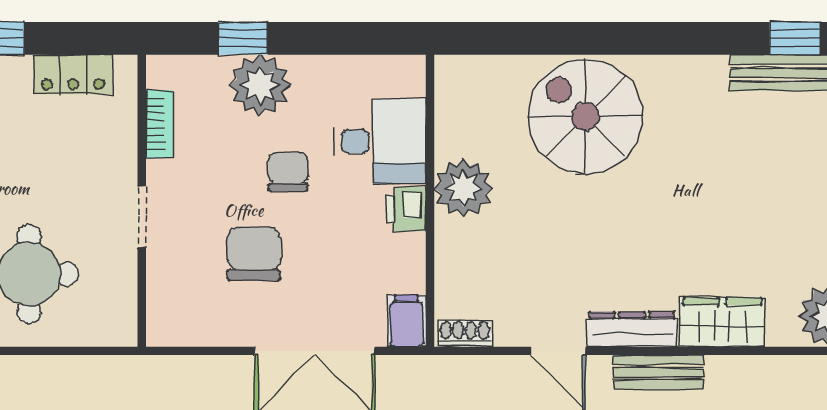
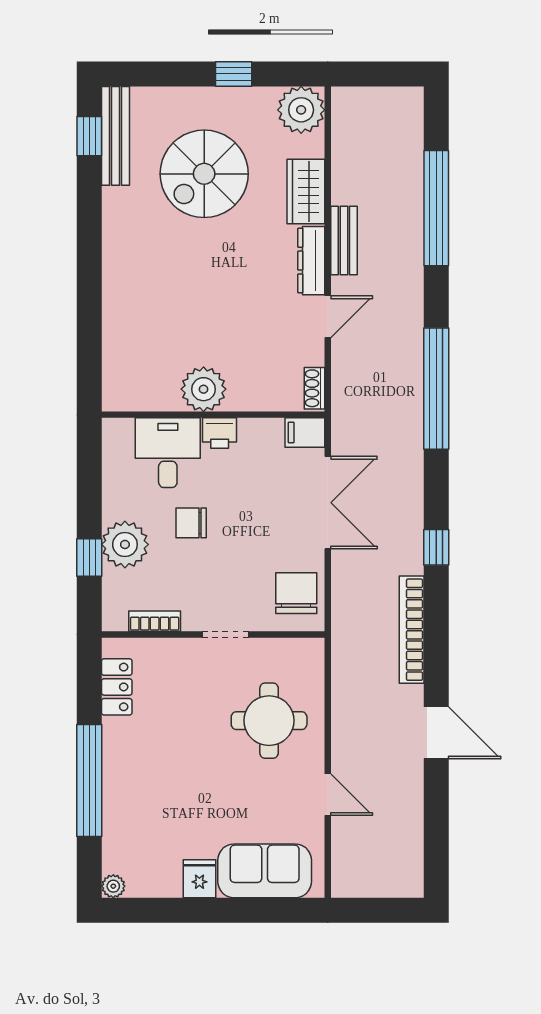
spiral stairs: (585, 116) -> (204, 174), moved
chair: (254, 254) -> (296, 593), moved, turned 90

